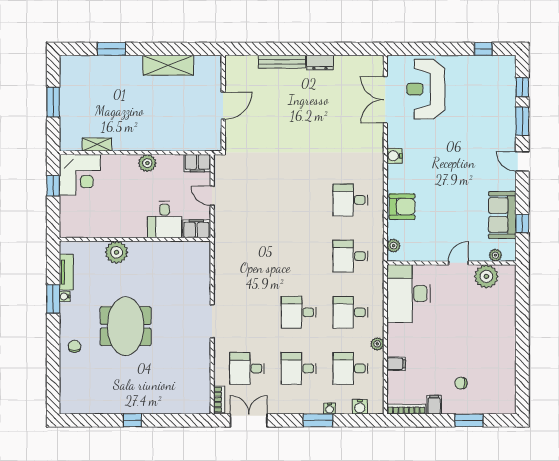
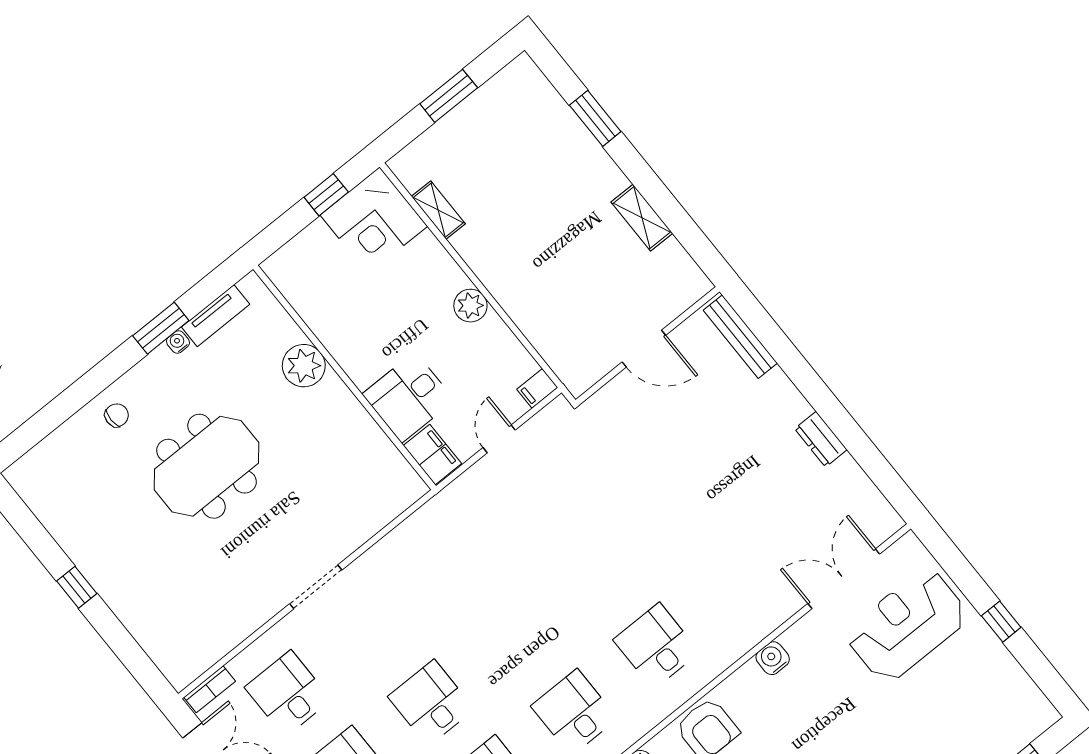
window: (483, 49) -> (1001, 622), moved
bench: (282, 62) -> (740, 337), moved
shelving: (168, 65) -> (642, 218), width x0.67, depth x0.75
filing cabinet: (197, 163) -> (537, 388), width x0.50

